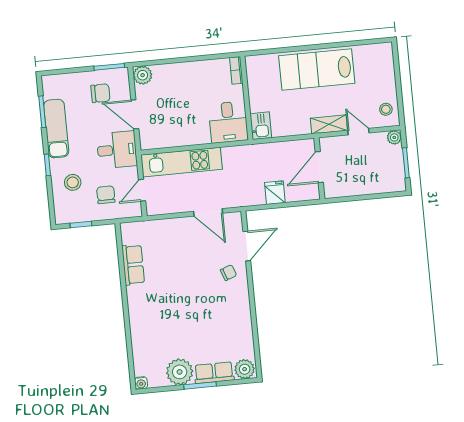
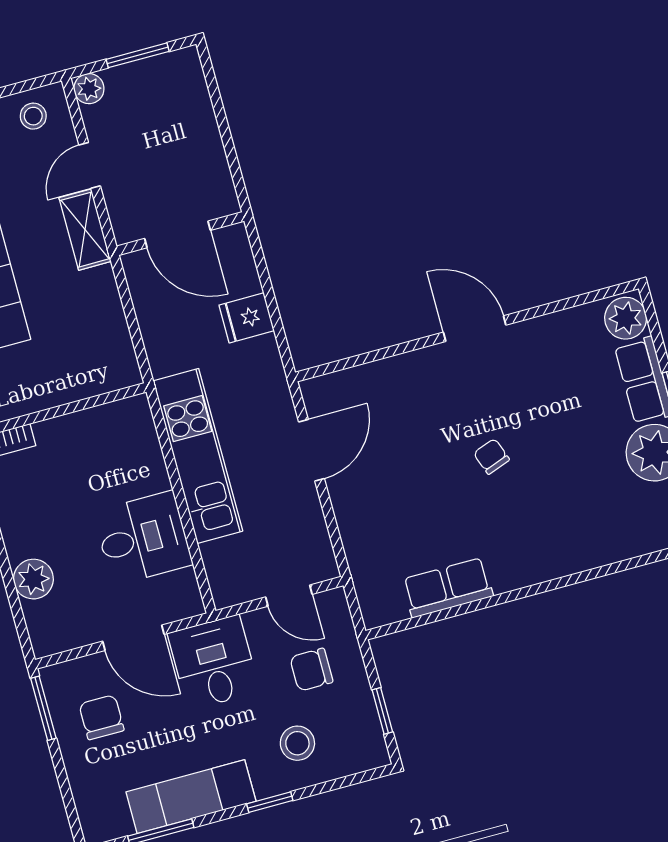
plant: (143, 75) -> (33, 579), moved
door: (135, 114) -> (133, 638), hinge flipped
desk: (228, 122) -> (143, 538), moved
kitchen sink: (261, 126) -> (112, 371), removed
kitchen unit: (182, 162) -> (198, 456), moved
door: (247, 246) -> (475, 329), moved
chair: (229, 273) -> (491, 456), moved

